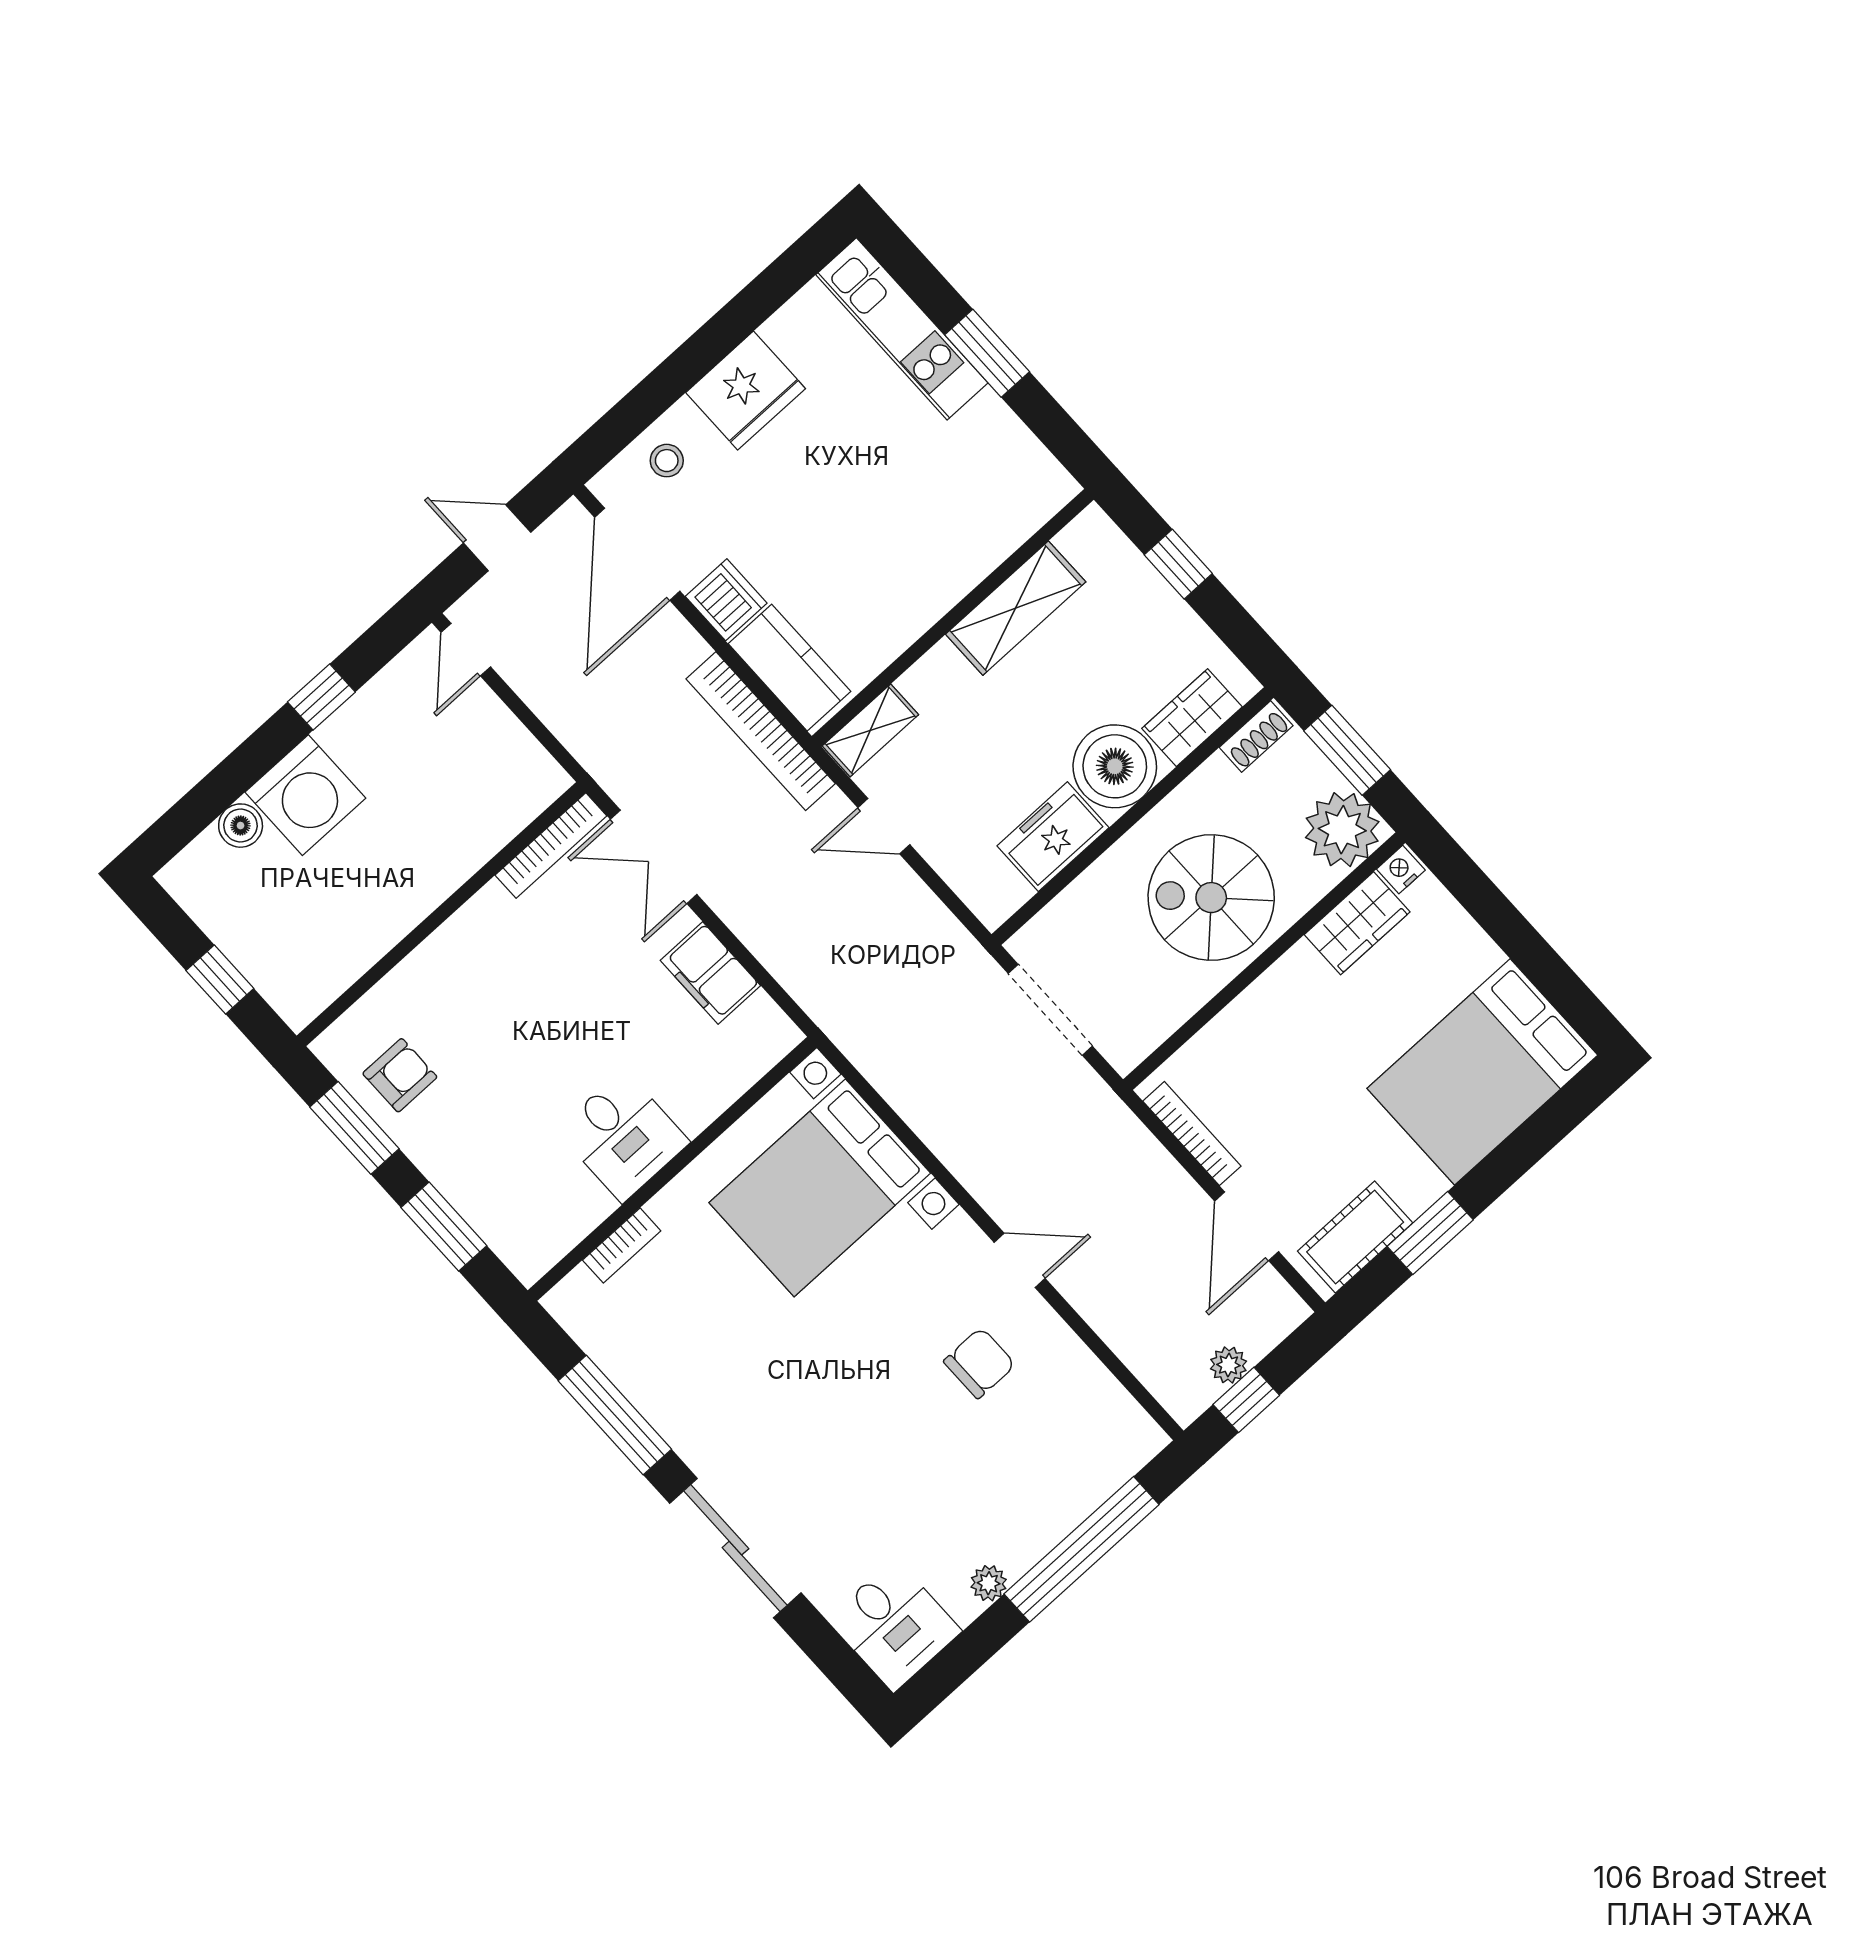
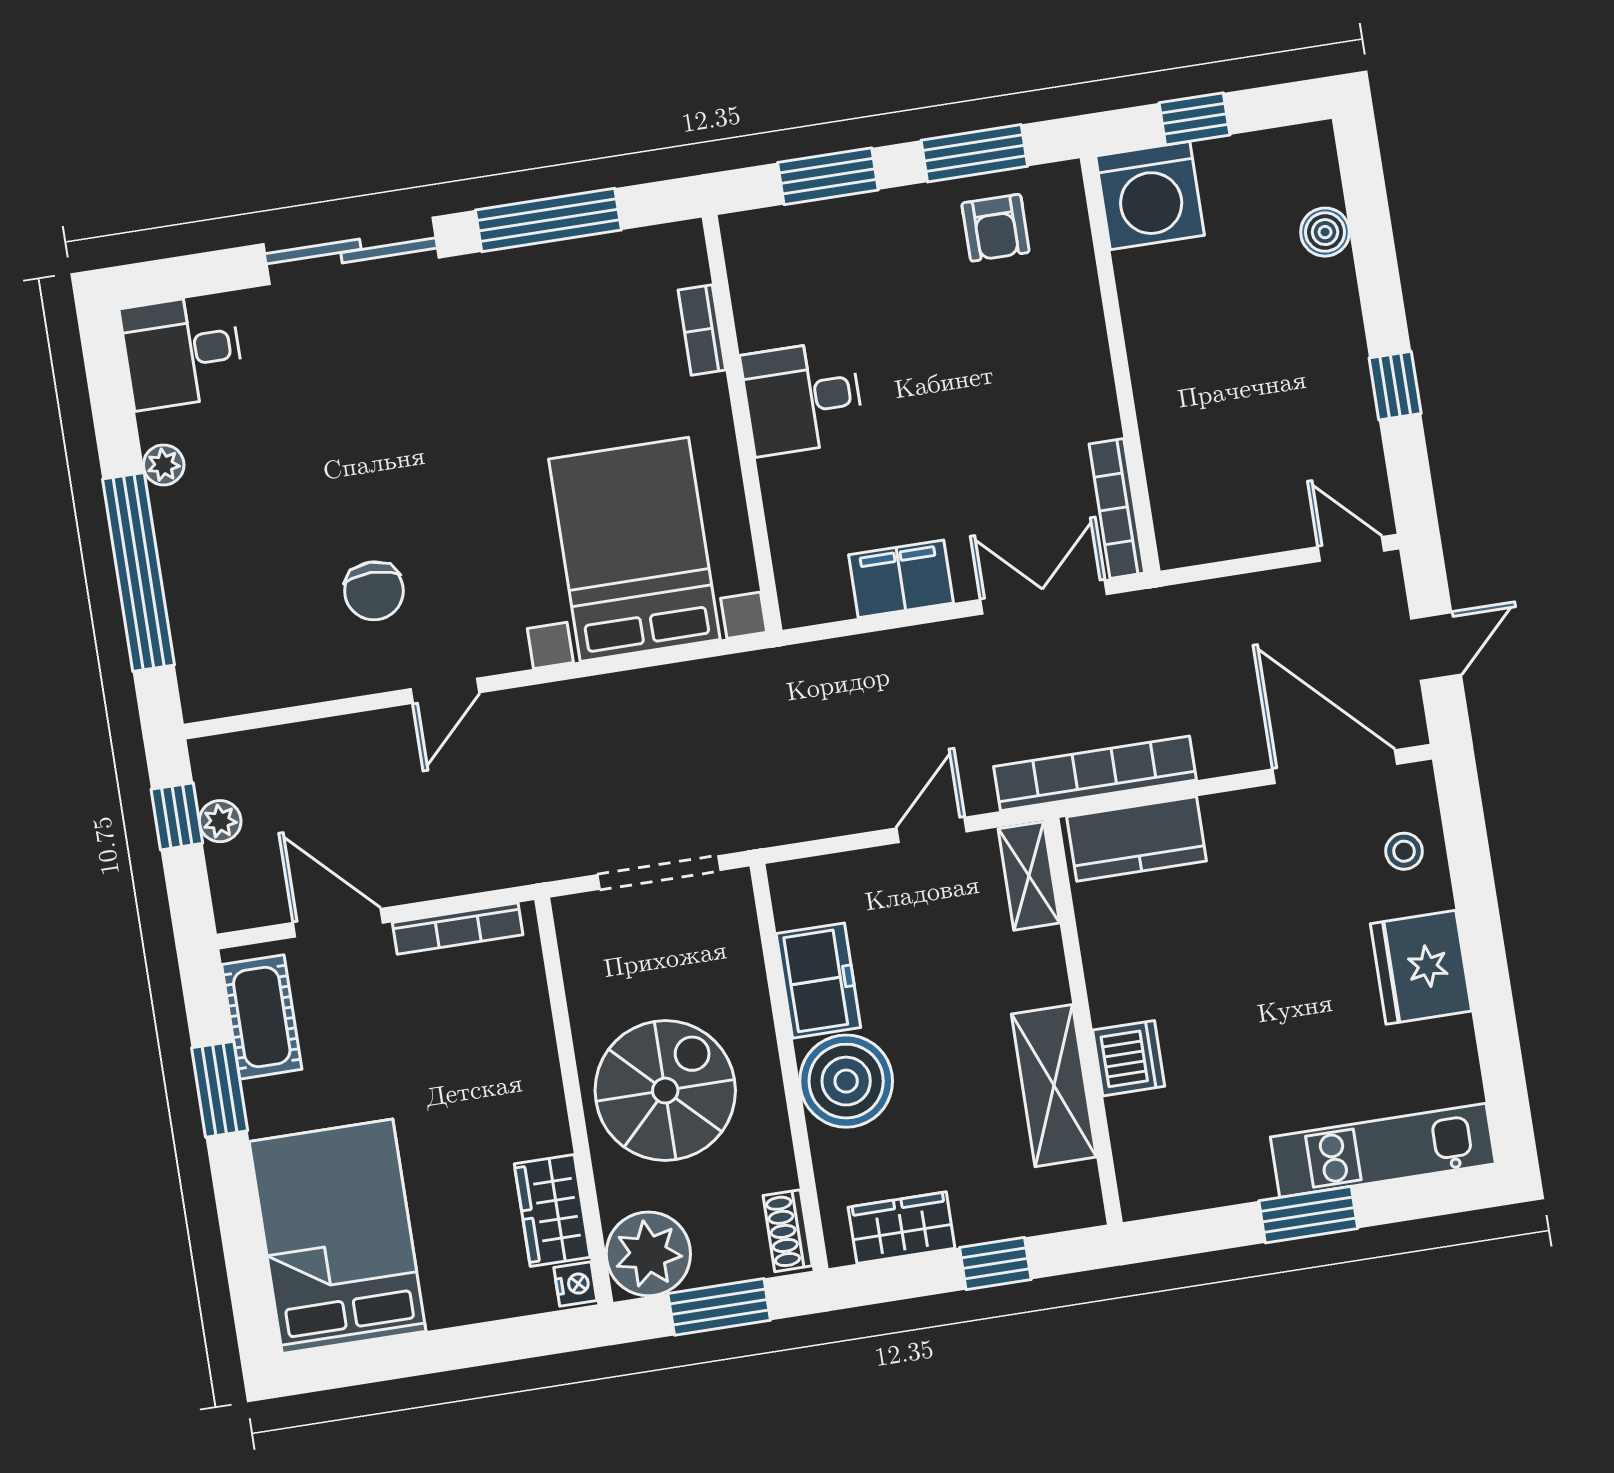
dishwasher: (726, 600) -> (1129, 1058), moved, turned -90
wardrobe: (1192, 718) -> (902, 1228), moved, turned -90
washing machine: (305, 795) -> (1150, 196), moved, turned -90

